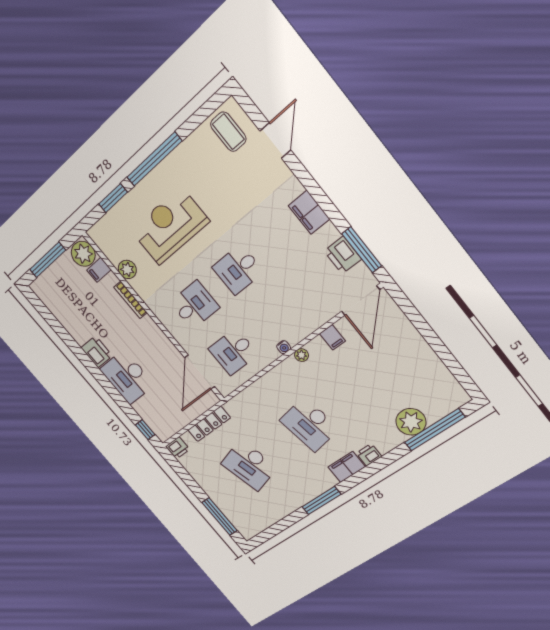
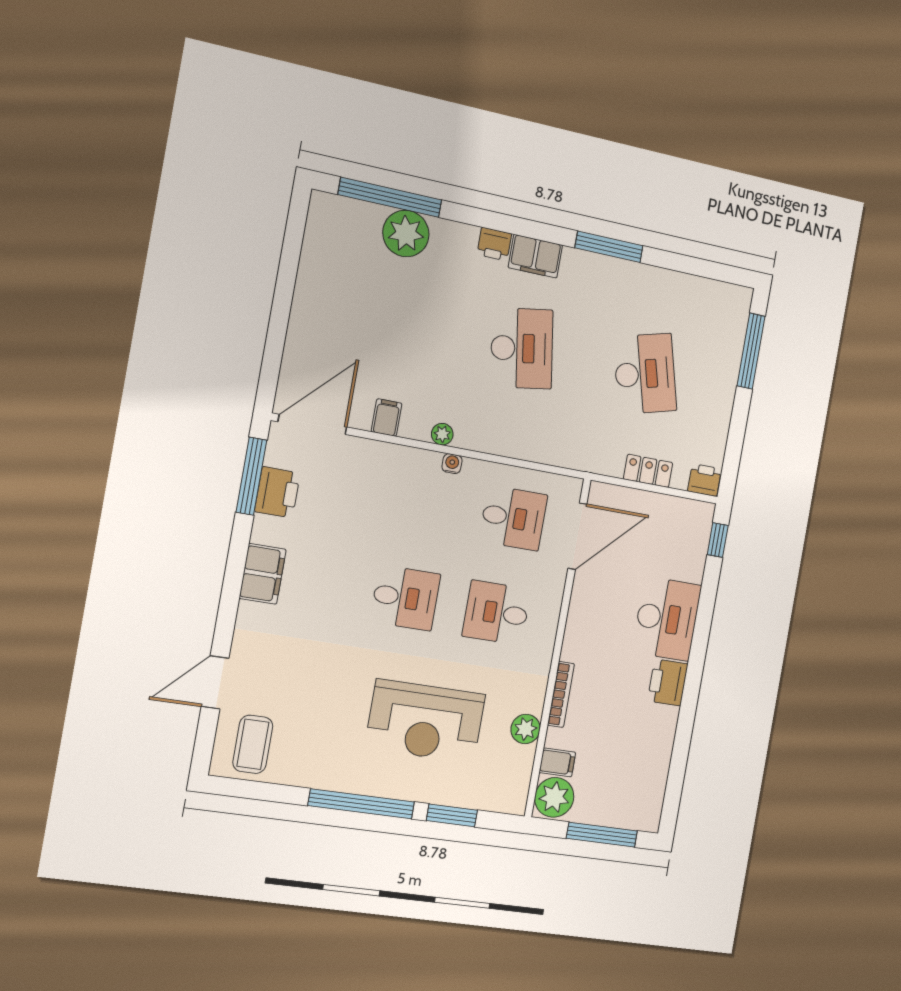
locker: (209, 424) -> (648, 471), width x0.66

